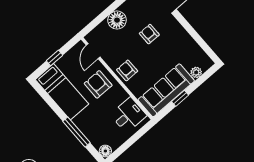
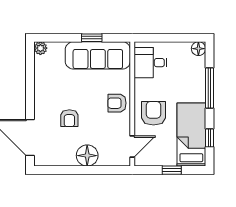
armchair: (127, 70) -> (117, 103), turned 90
plant: (196, 72) -> (40, 48), moved
armchair: (98, 84) -> (153, 113), turned 180
window: (48, 100) -> (209, 138), added

